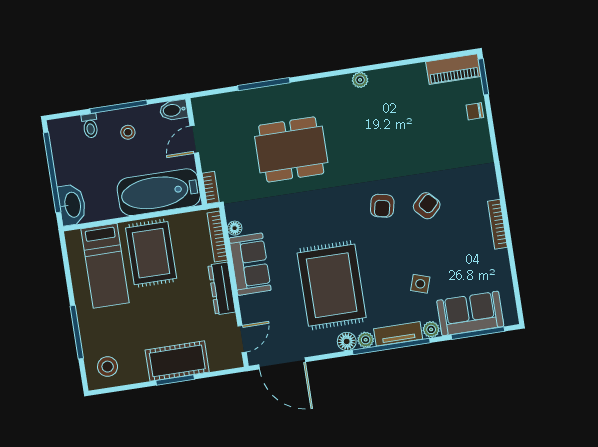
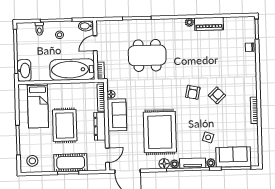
piano: (453, 69) -> (209, 24), moved
rug: (151, 253) -> (65, 125), moved

